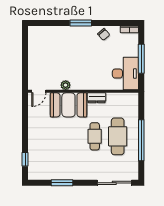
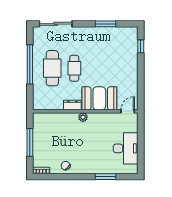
window: (81, 23) -> (106, 177), moved
desk: (125, 74) -> (126, 148), moved, turned 180
plant: (66, 85) -> (83, 117), moved

